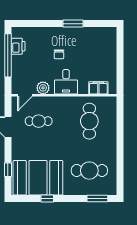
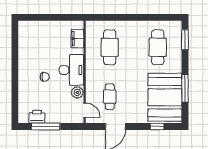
window: (73, 24) -> (15, 63), removed
window: (8, 55) -> (46, 127), width x0.68
desk: (66, 82) -> (71, 70), width x1.37
cafe table: (89, 121) -> (110, 47), turned 90
window: (47, 199) -> (185, 88), width x2.17

